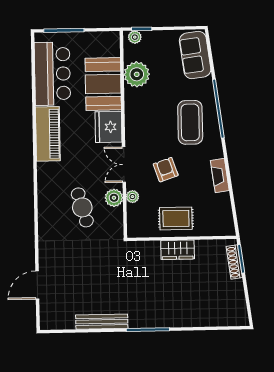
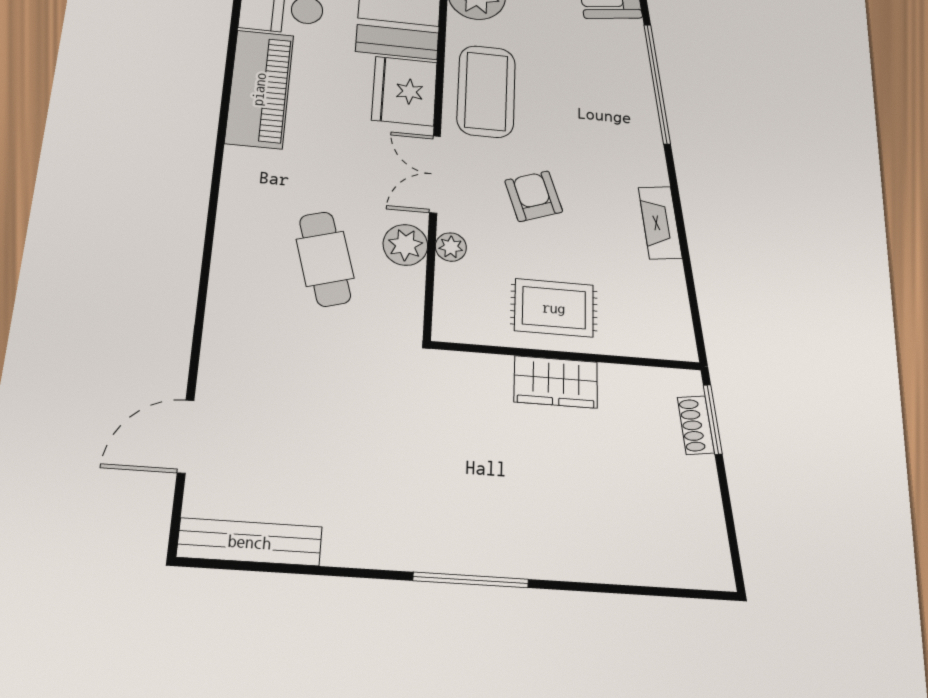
coffee table: (190, 122) -> (486, 91), moved
shoe rack: (234, 262) -> (696, 425), width x0.70
bench: (102, 322) -> (250, 542), moved

